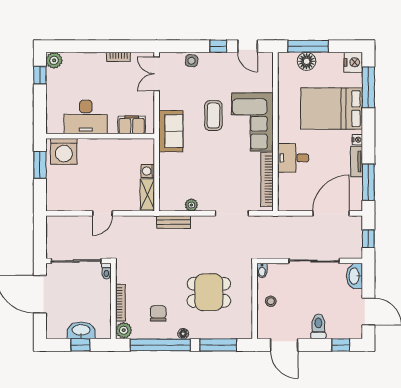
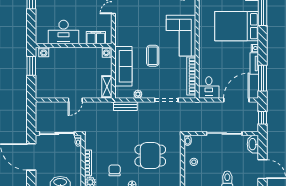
coffee table: (213, 115) -> (153, 56), moved
sofa: (171, 131) -> (123, 66), moved, width x1.36
washing machine: (64, 151) -> (44, 52), width x0.53, depth x0.53
desk: (293, 158) -> (209, 88), moved, turned -90
washing machine: (148, 171) -> (107, 53), moved

